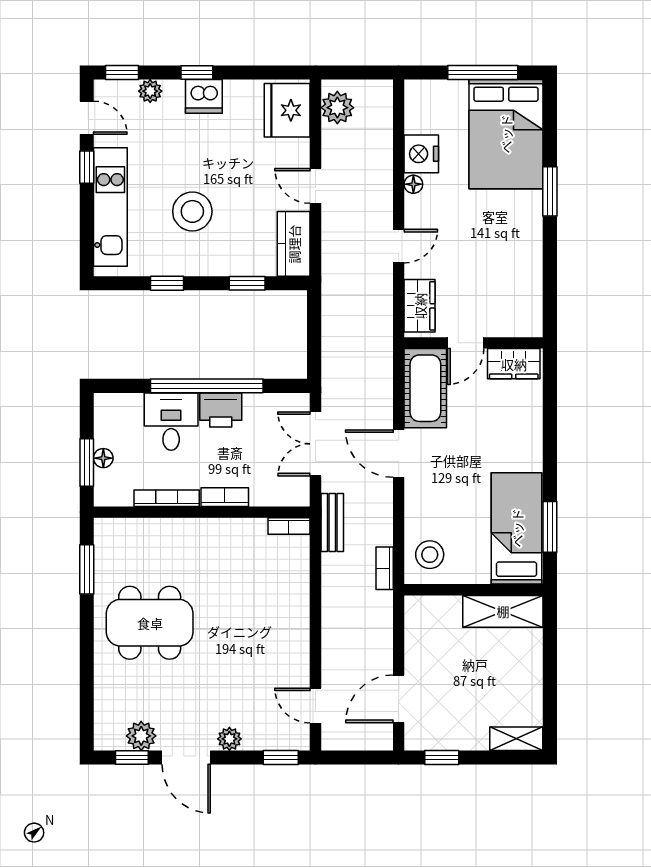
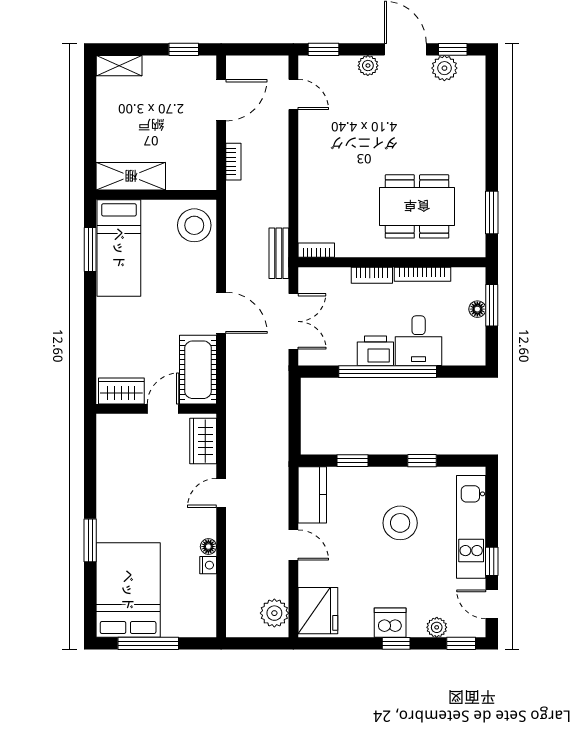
nightstand: (421, 154) -> (208, 565), width x0.53, depth x0.56
stool: (430, 555) -> (194, 225), width x1.38, depth x1.38
bookcase: (385, 568) -> (233, 162), moved
dining table: (150, 623) -> (417, 206), moved

